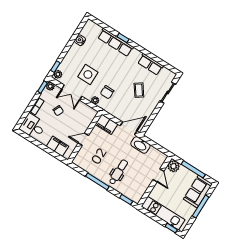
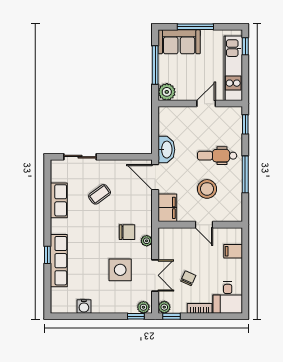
filing cabinet: (57, 146) -> (233, 251), width x0.50
stool: (103, 154) -> (207, 189), added
door: (158, 175) -> (206, 104), moved

